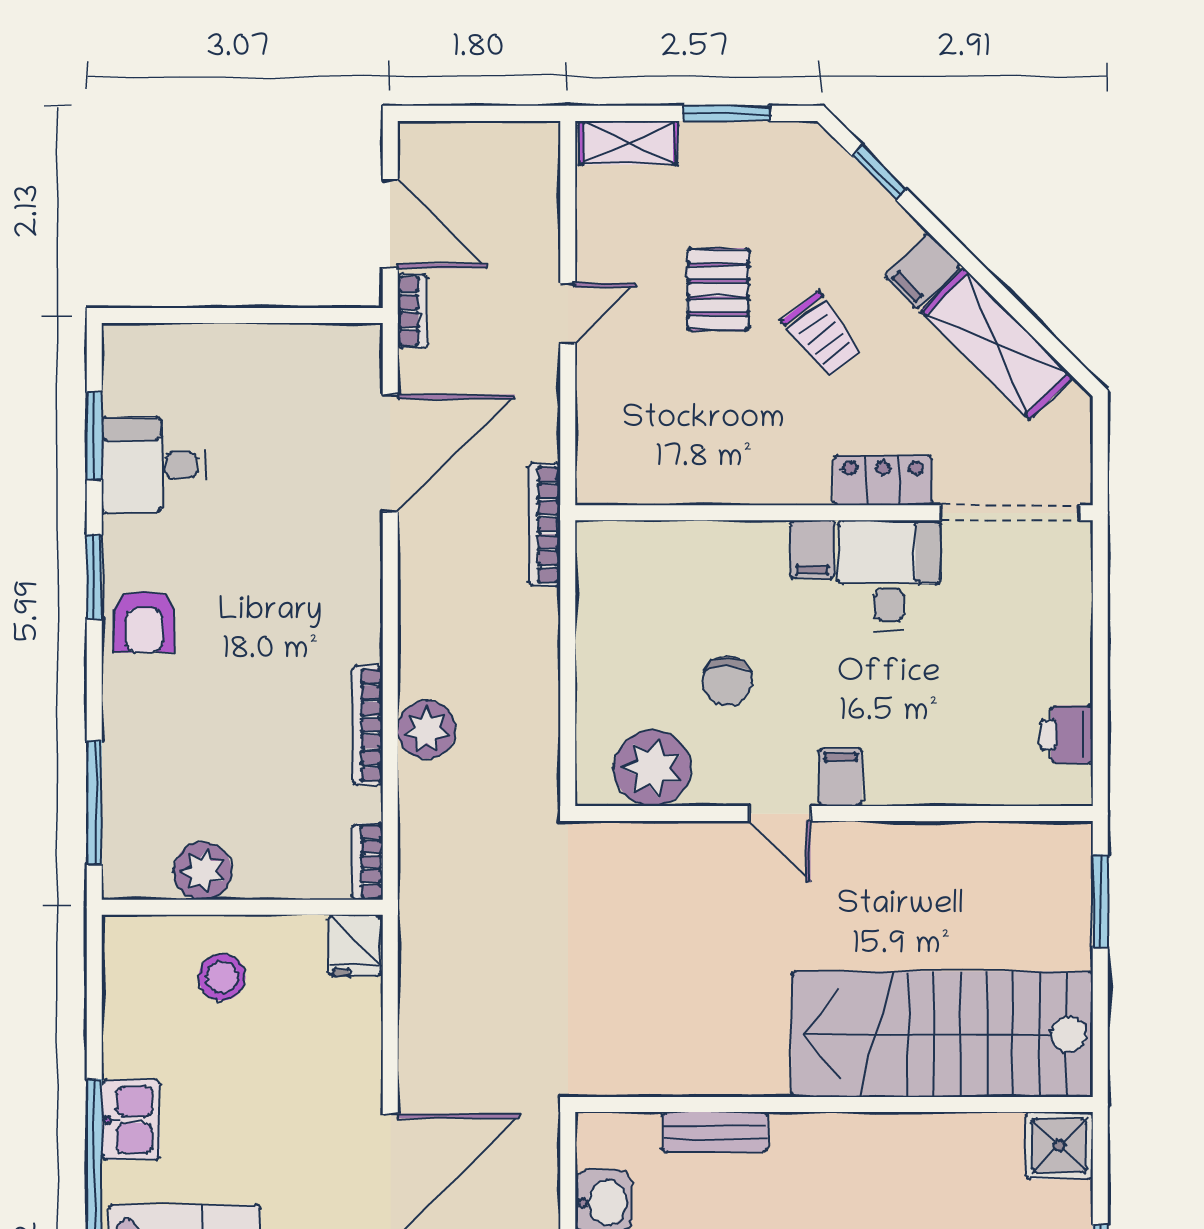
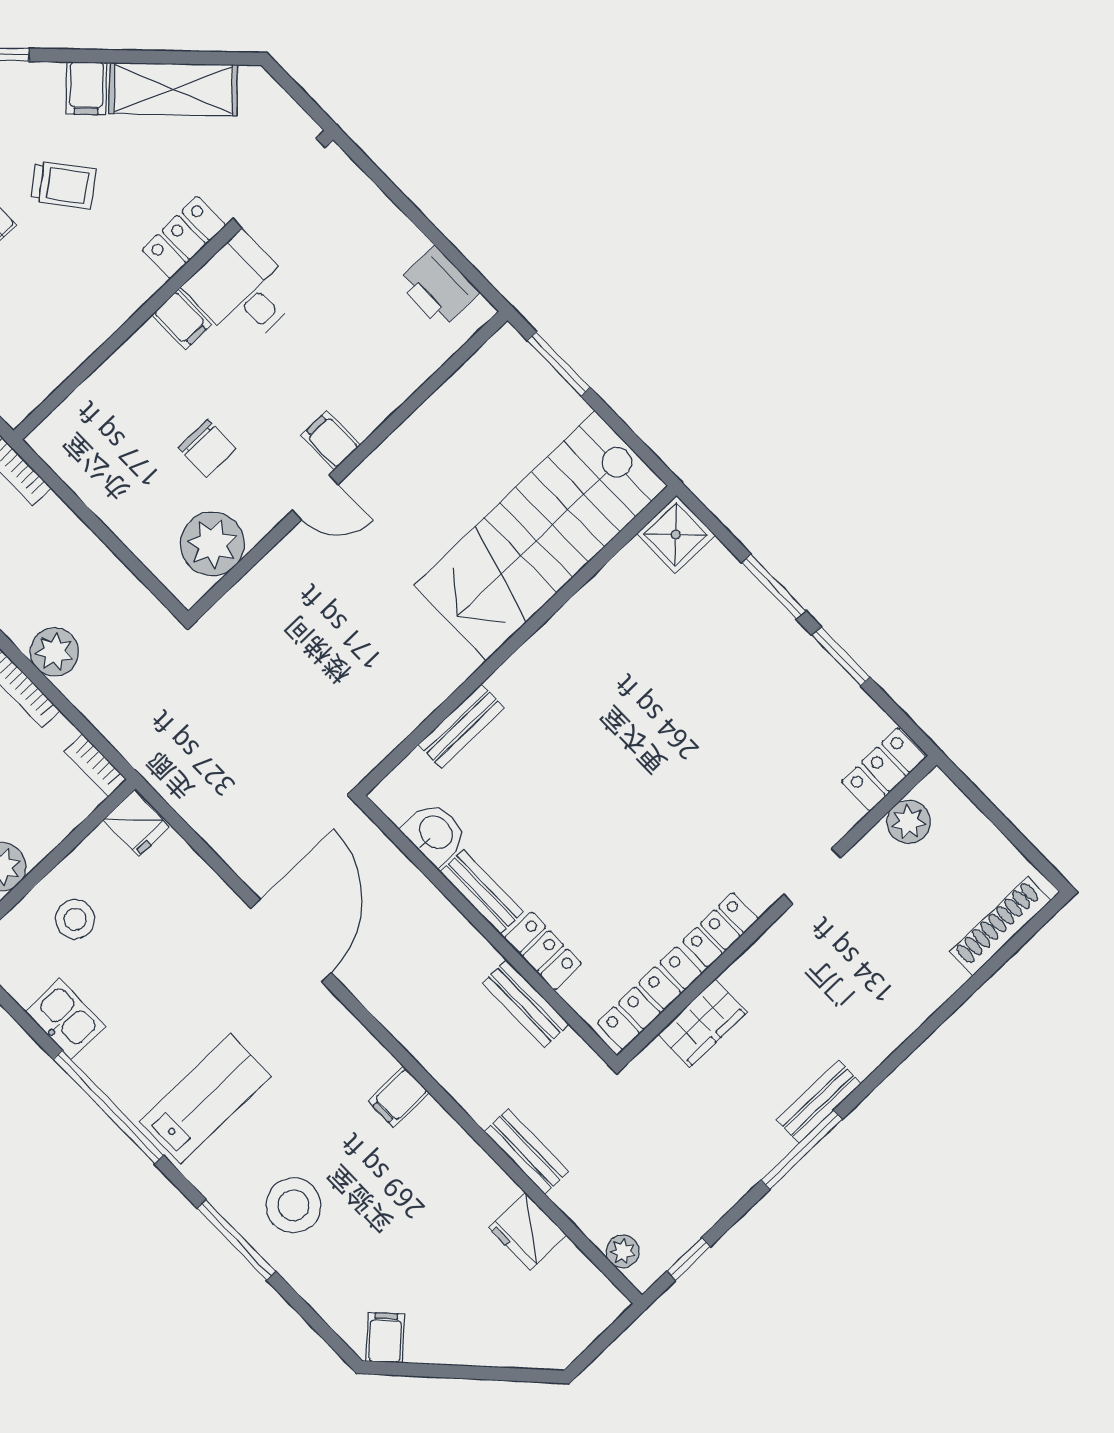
printer: (1067, 735) -> (438, 287), width x1.36, depth x1.24
kitchen sink: (131, 1120) -> (65, 1019), moved

